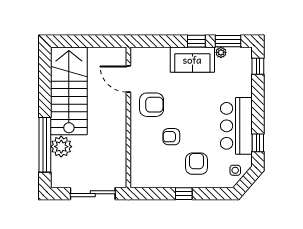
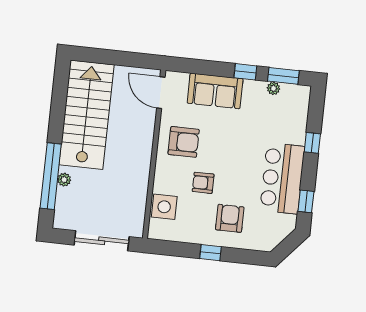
sofa: (192, 60) -> (215, 91), moved
window: (258, 66) -> (312, 143), moved
door: (128, 79) -> (161, 93), moved
plant: (61, 147) -> (64, 180), width x0.53, depth x0.53
side table: (235, 170) -> (164, 207), moved, width x1.87, depth x1.87

